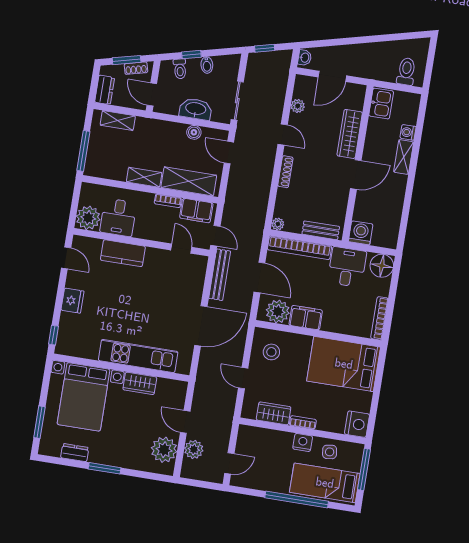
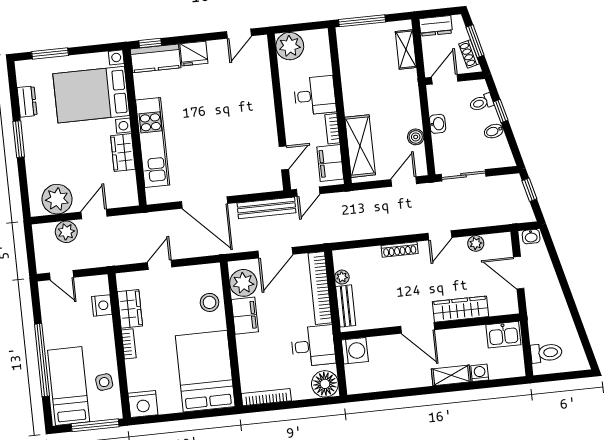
washbasin: (196, 109) -> (438, 124), width x0.52, depth x0.69
shelving: (144, 177) -> (351, 95), removed
desk: (118, 217) -> (315, 96), moved, turned 180
plant: (278, 224) -> (342, 277), moved
kitchen counter: (123, 253) -> (156, 58), moved, turned -90
stool: (271, 352) -> (210, 302), moved
nightstand: (303, 443) -> (102, 305), moved

